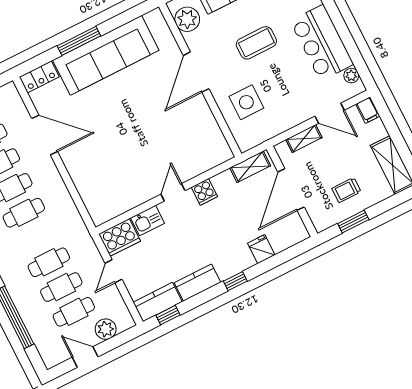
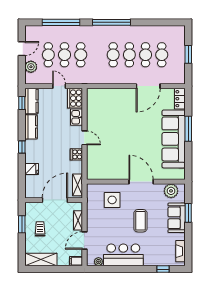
door: (291, 190) -> (55, 200), hinge flipped

